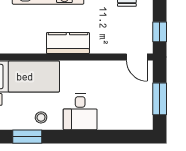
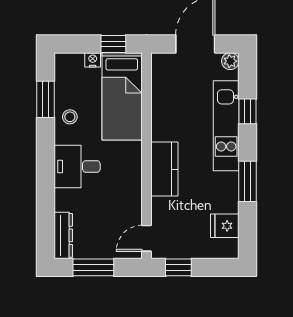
kitchen counter: (68, 43) -> (164, 169), moved
dresser: (134, 123) -> (63, 235), added

